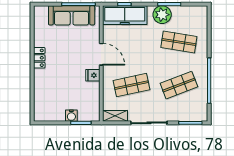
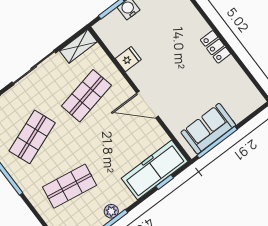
sofa: (72, 15) -> (208, 129), width x0.73
plant: (162, 15) -> (111, 211), width x0.53, depth x0.53
fridge: (93, 75) -> (128, 59), moved

